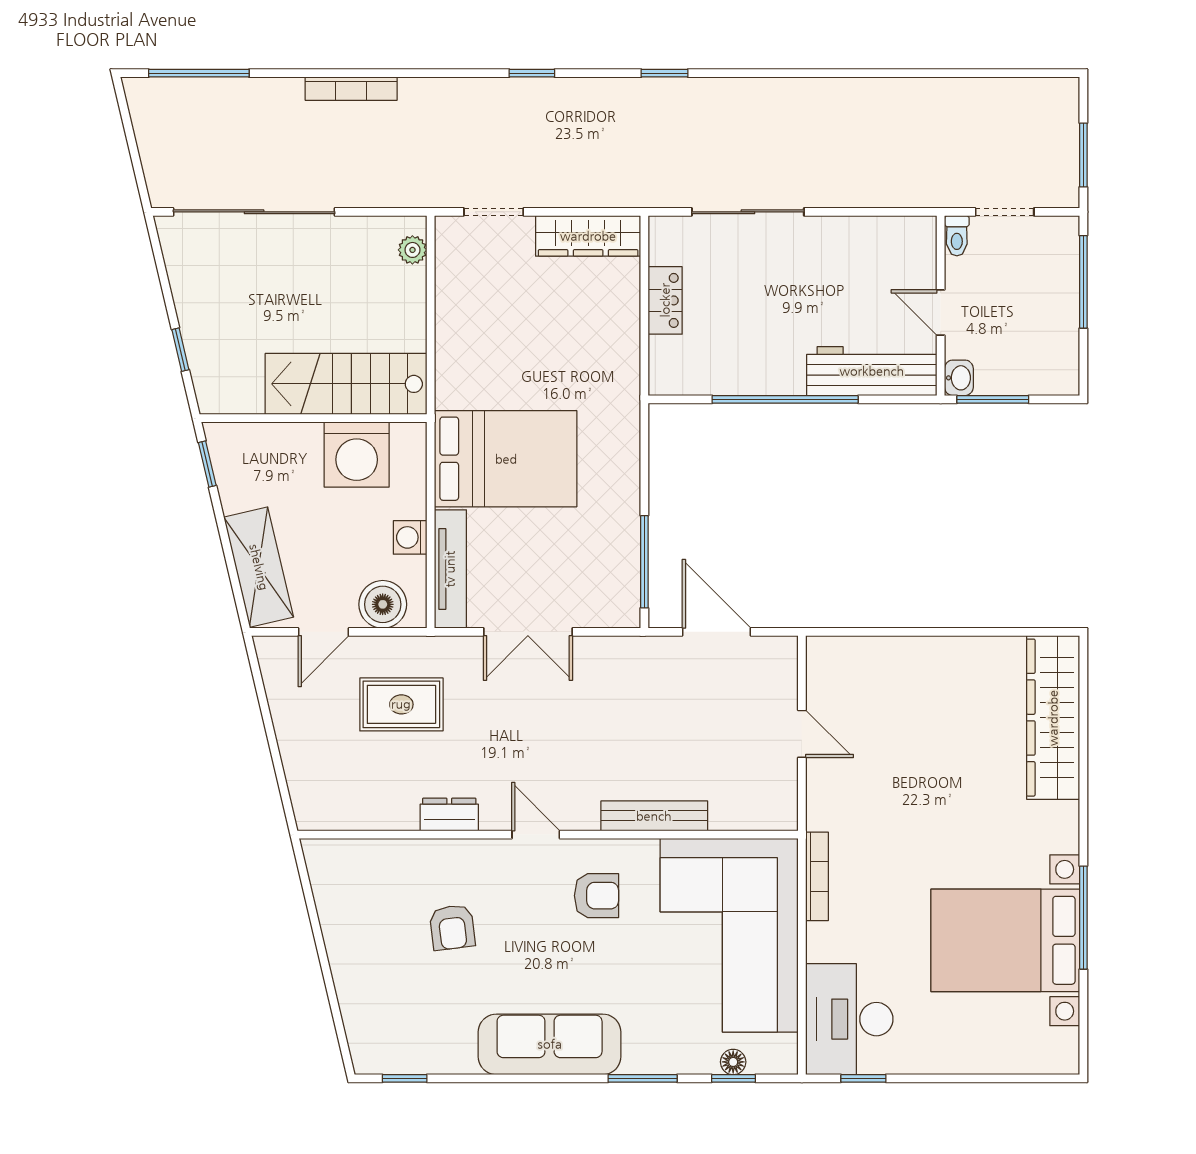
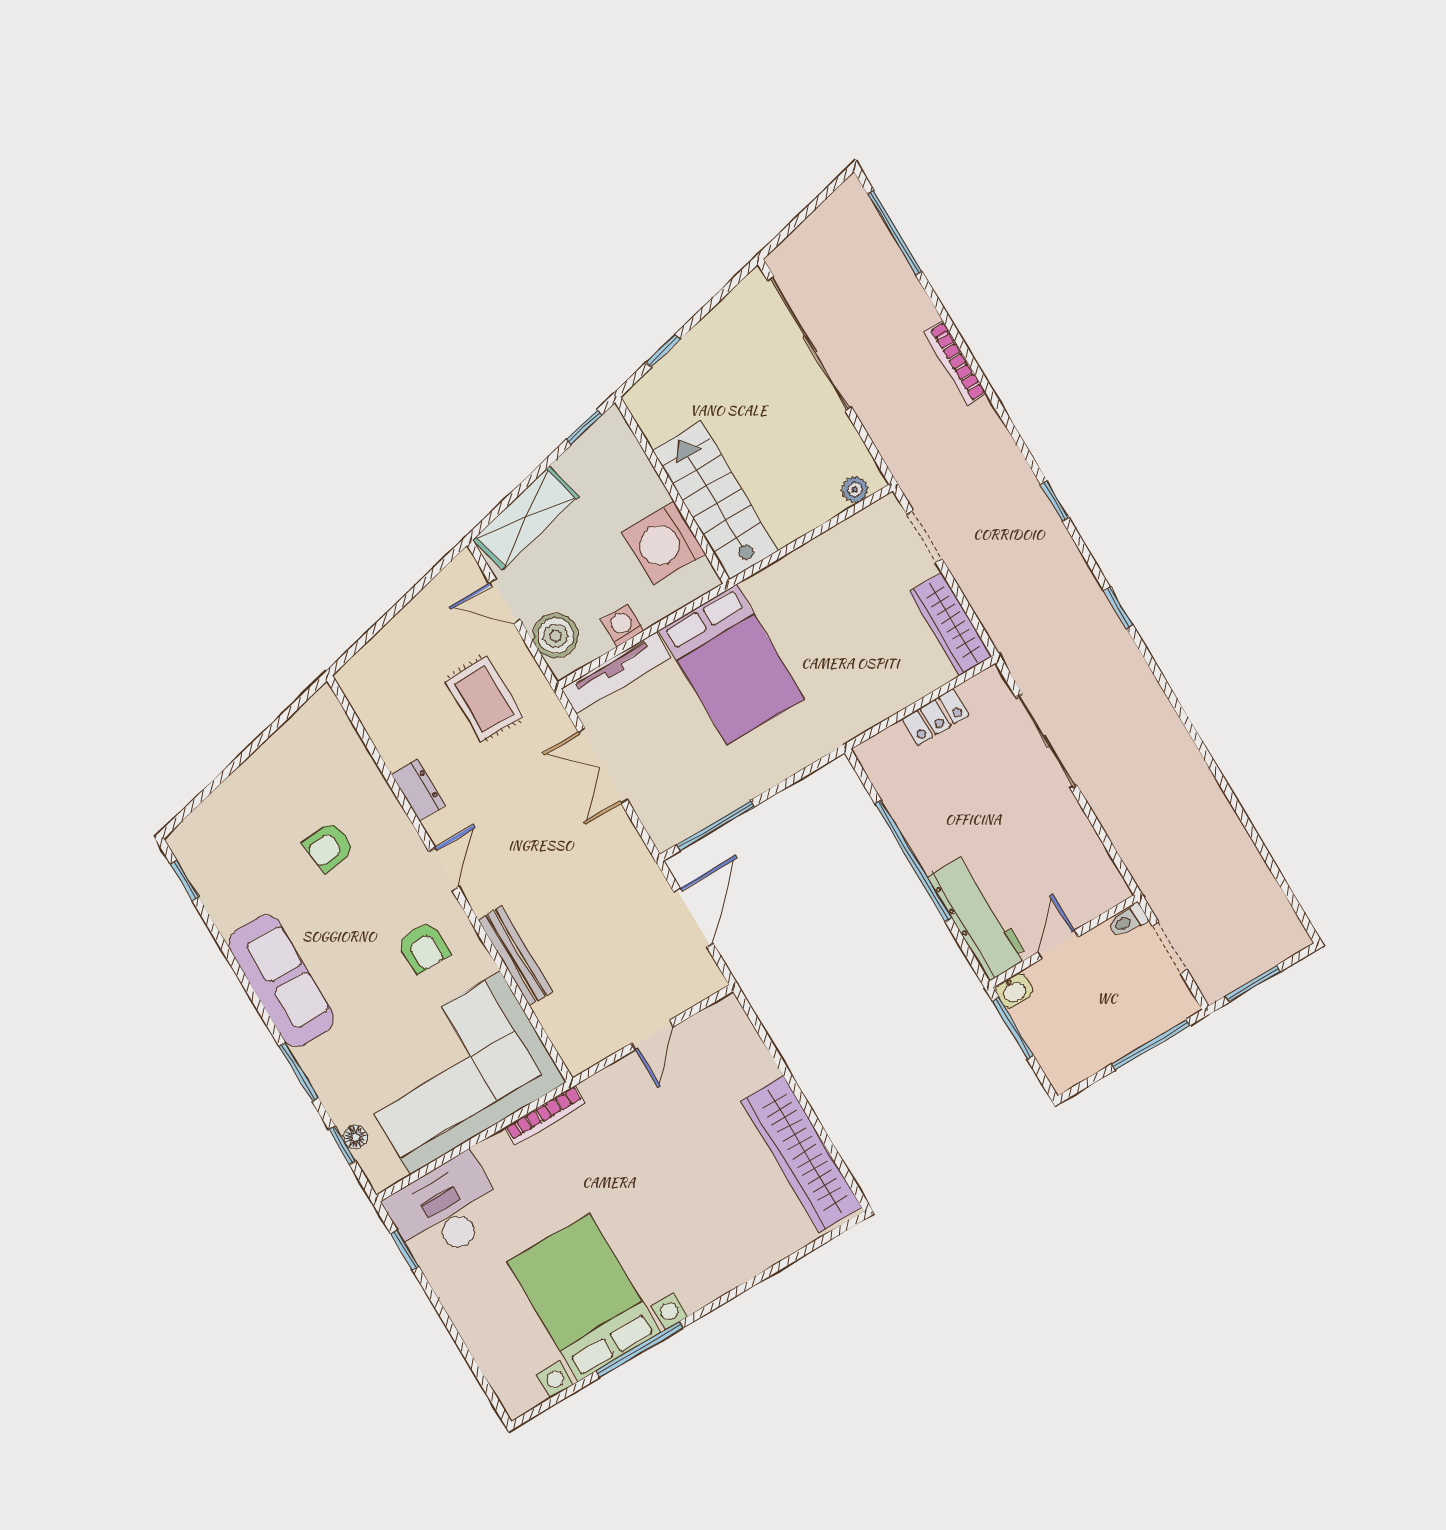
wardrobe: (1053, 718) -> (801, 1154), moved, turned -90

